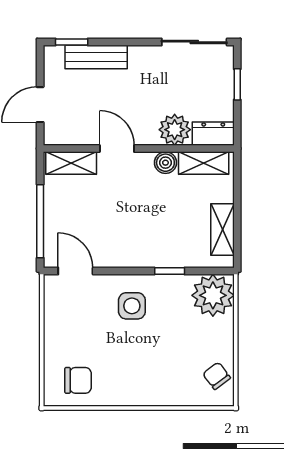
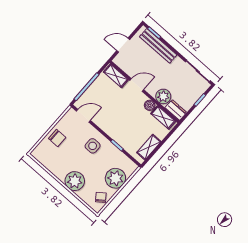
bench: (96, 57) -> (158, 46), width x1.36
door: (117, 149) -> (137, 85), hinge flipped
door: (75, 271) -> (83, 116), hinge flipped
plant: (213, 295) -> (115, 178), moved
chair: (78, 380) -> (57, 138), moved
plant: (153, 386) -> (75, 181), added

